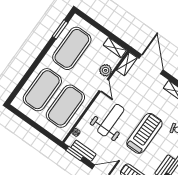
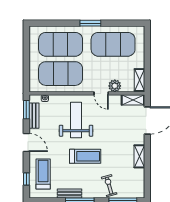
window: (60, 29) -> (90, 23), moved
door: (104, 85) -> (101, 93), hinge flipped
weight bench: (111, 120) -> (76, 120), turned -90
treadmill: (144, 133) -> (85, 156), width x0.73, depth x0.73

